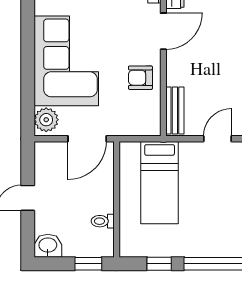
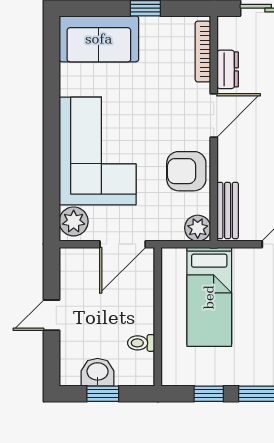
armchair: (140, 78) -> (186, 171), width x1.38, depth x1.38
plant: (150, 125) -> (198, 228), added
washbasin: (48, 246) -> (98, 372), moved
window: (88, 264) -> (103, 394), moved

